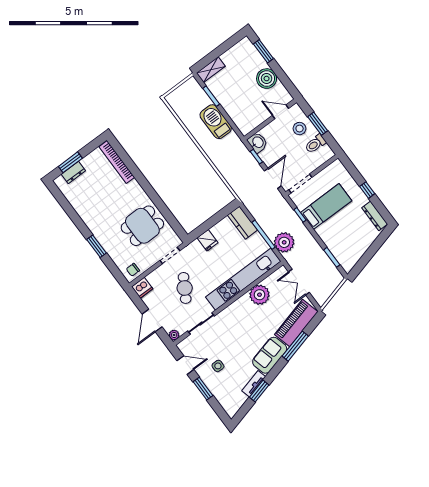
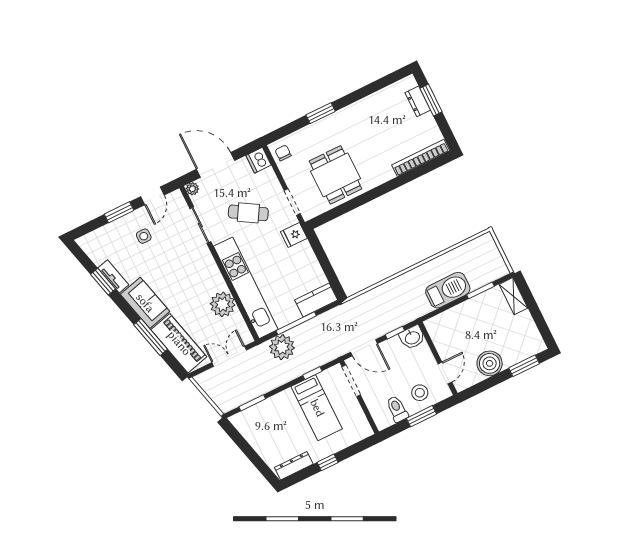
fridge: (207, 240) -> (294, 235), moved
door: (152, 320) -> (216, 165), width x1.36

